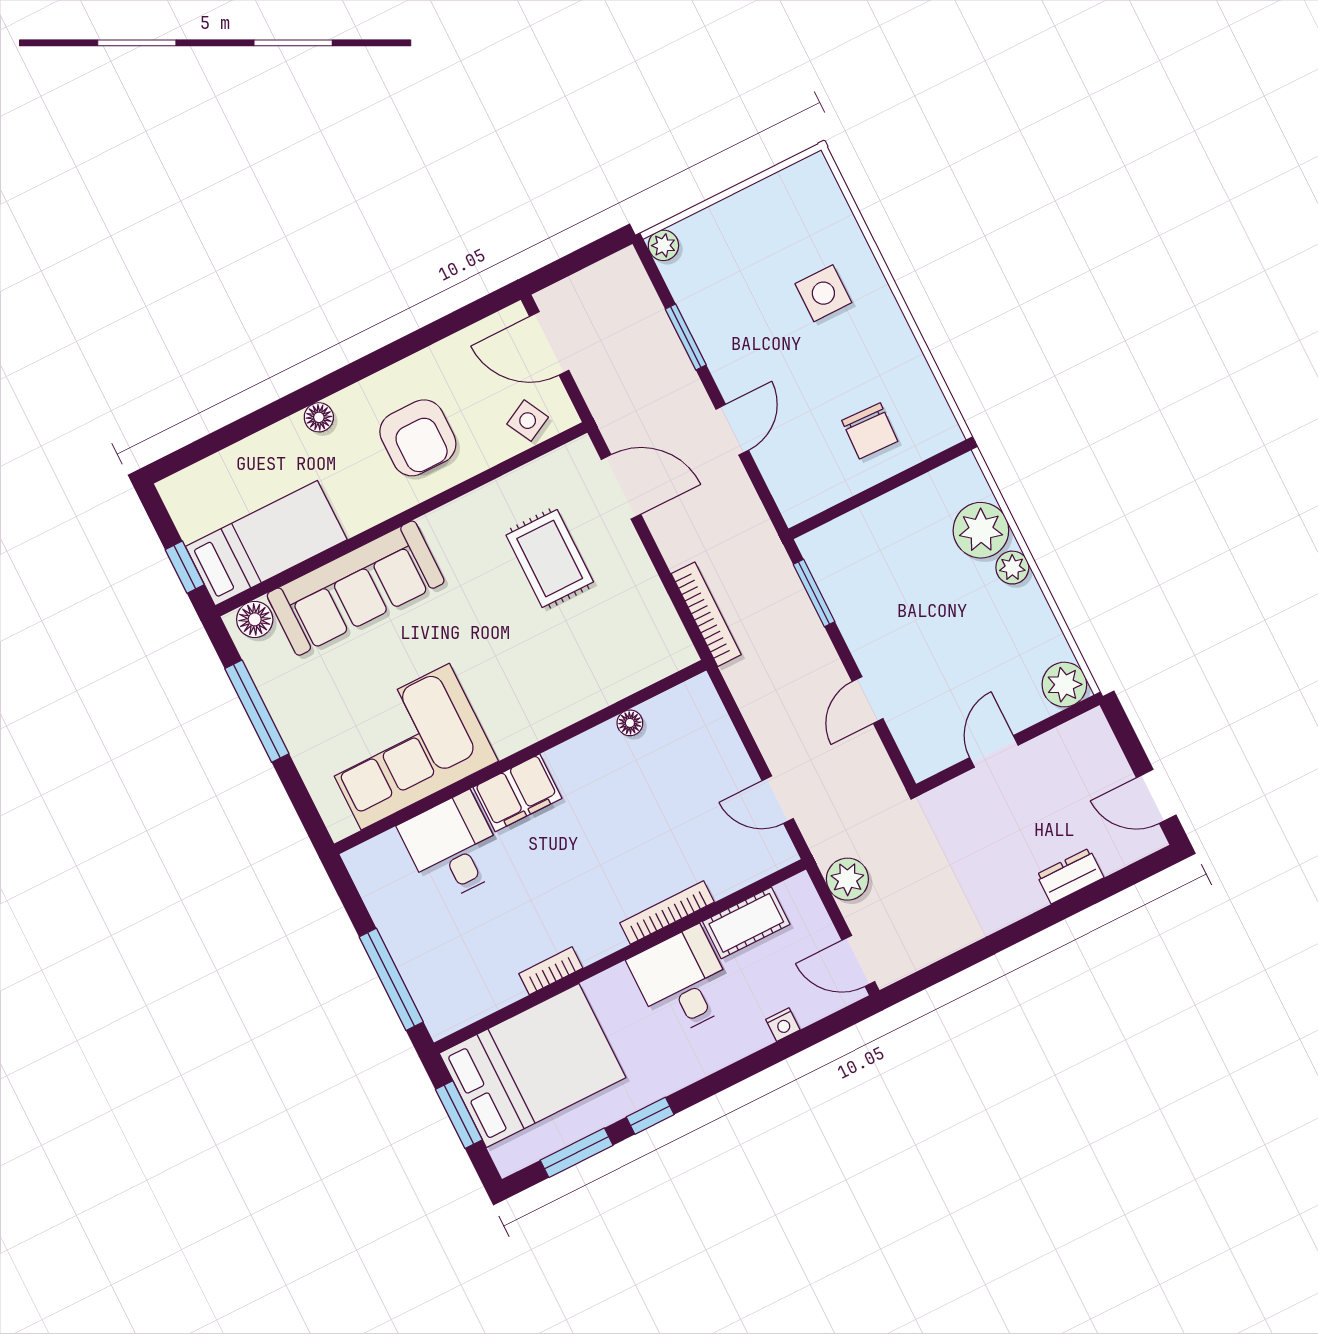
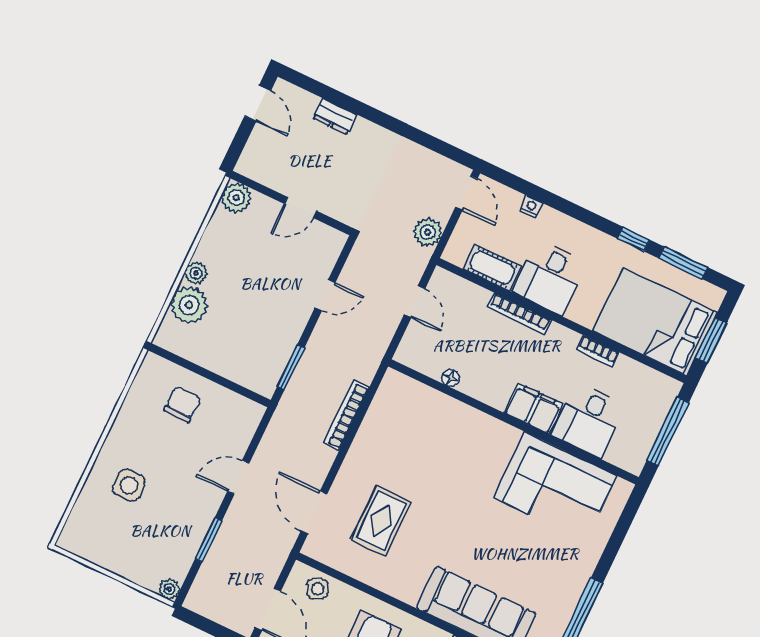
floor lamp: (630, 723) -> (450, 378), moved
corner sofa: (405, 747) -> (555, 487), moved
wall: (520, 757) -> (513, 422), moved
filing cabinet: (517, 793) -> (533, 409), moved
desk: (453, 847) -> (589, 420), moved

